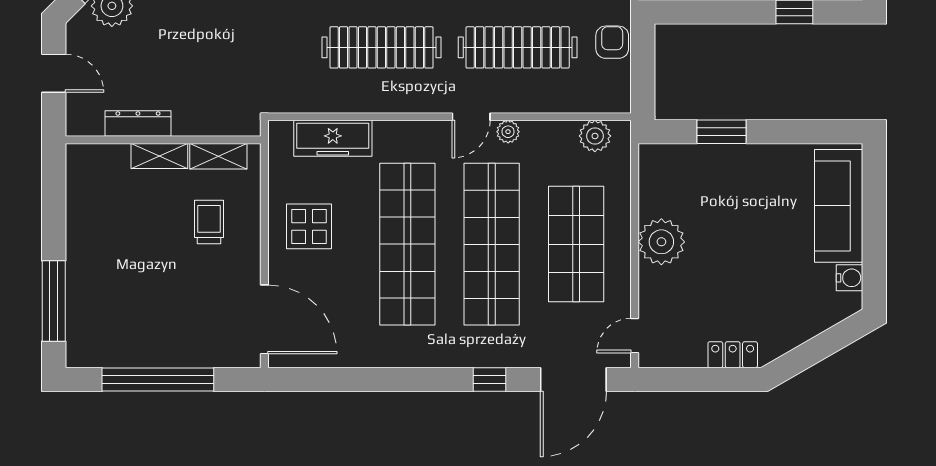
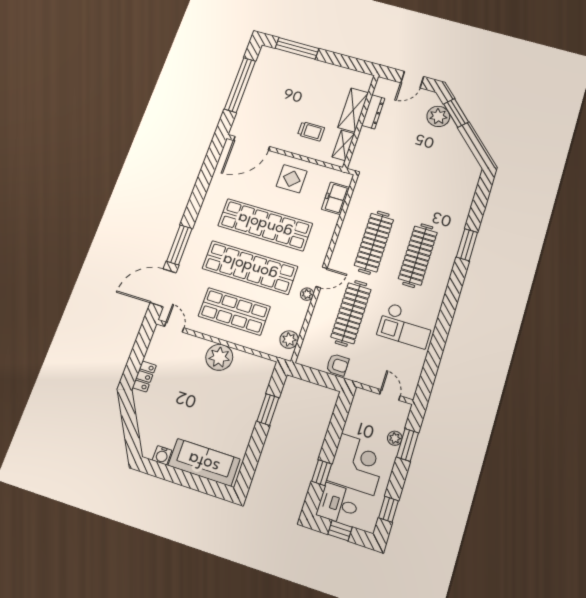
door: (471, 117) -> (322, 277), swing flipped
freezer: (333, 138) -> (336, 198), width x0.71
shelving: (159, 156) -> (353, 110), width x1.50, depth x1.33
window: (489, 379) -> (179, 245), width x2.17
door: (573, 379) -> (163, 288), hinge flipped

